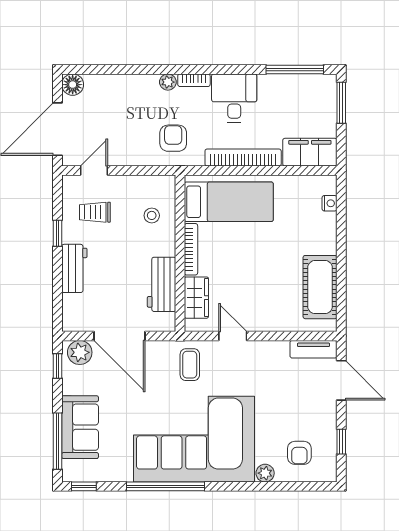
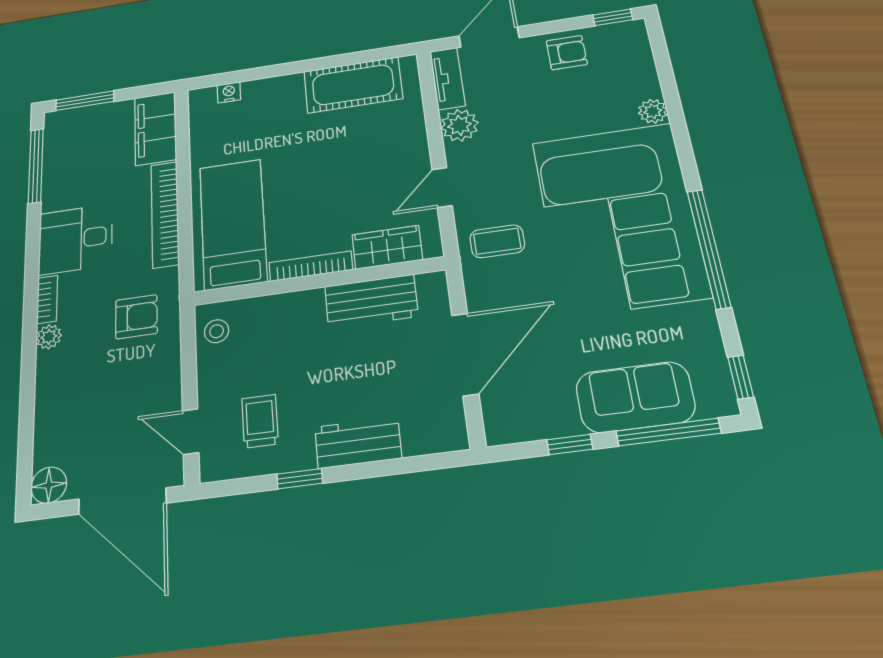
armchair: (173, 138) -> (136, 317), turned 180
trolley: (95, 212) -> (260, 421), turned 180
stool: (152, 215) -> (217, 331), moved
plant: (80, 352) -> (459, 125), moved
window: (58, 366) -> (570, 445), moved
window: (341, 442) -> (613, 17), moved
armchair: (299, 453) -> (567, 53), moved

